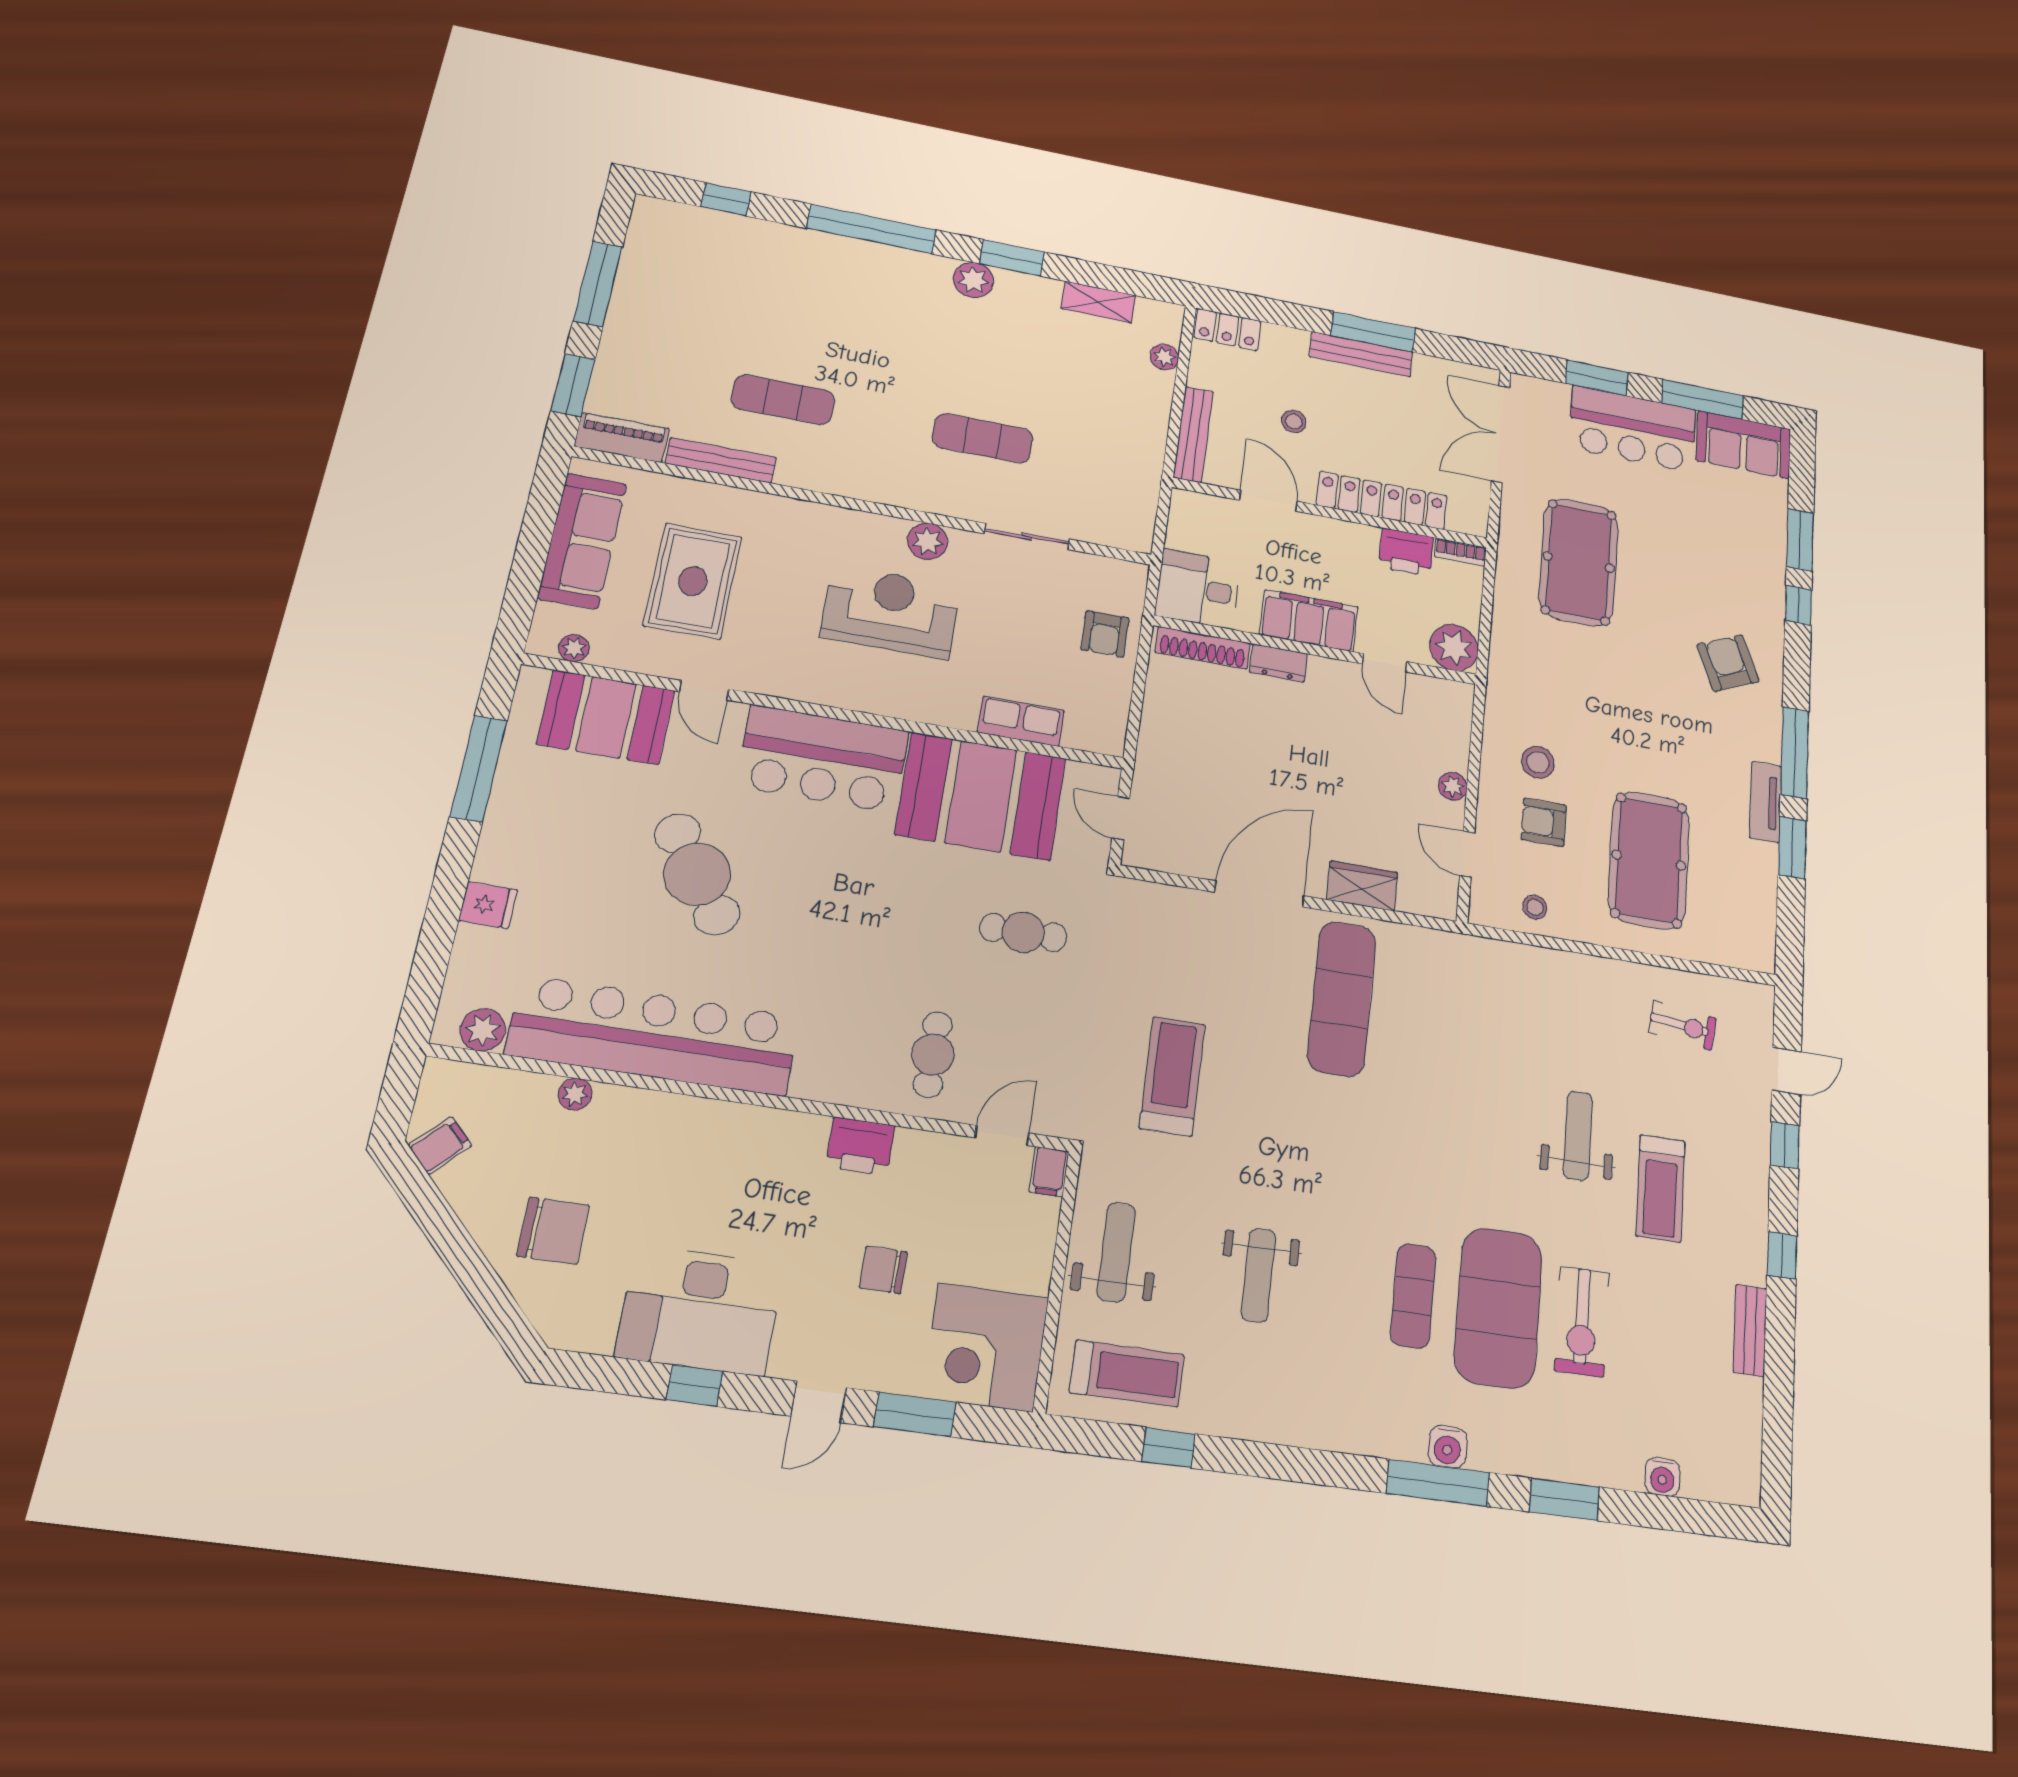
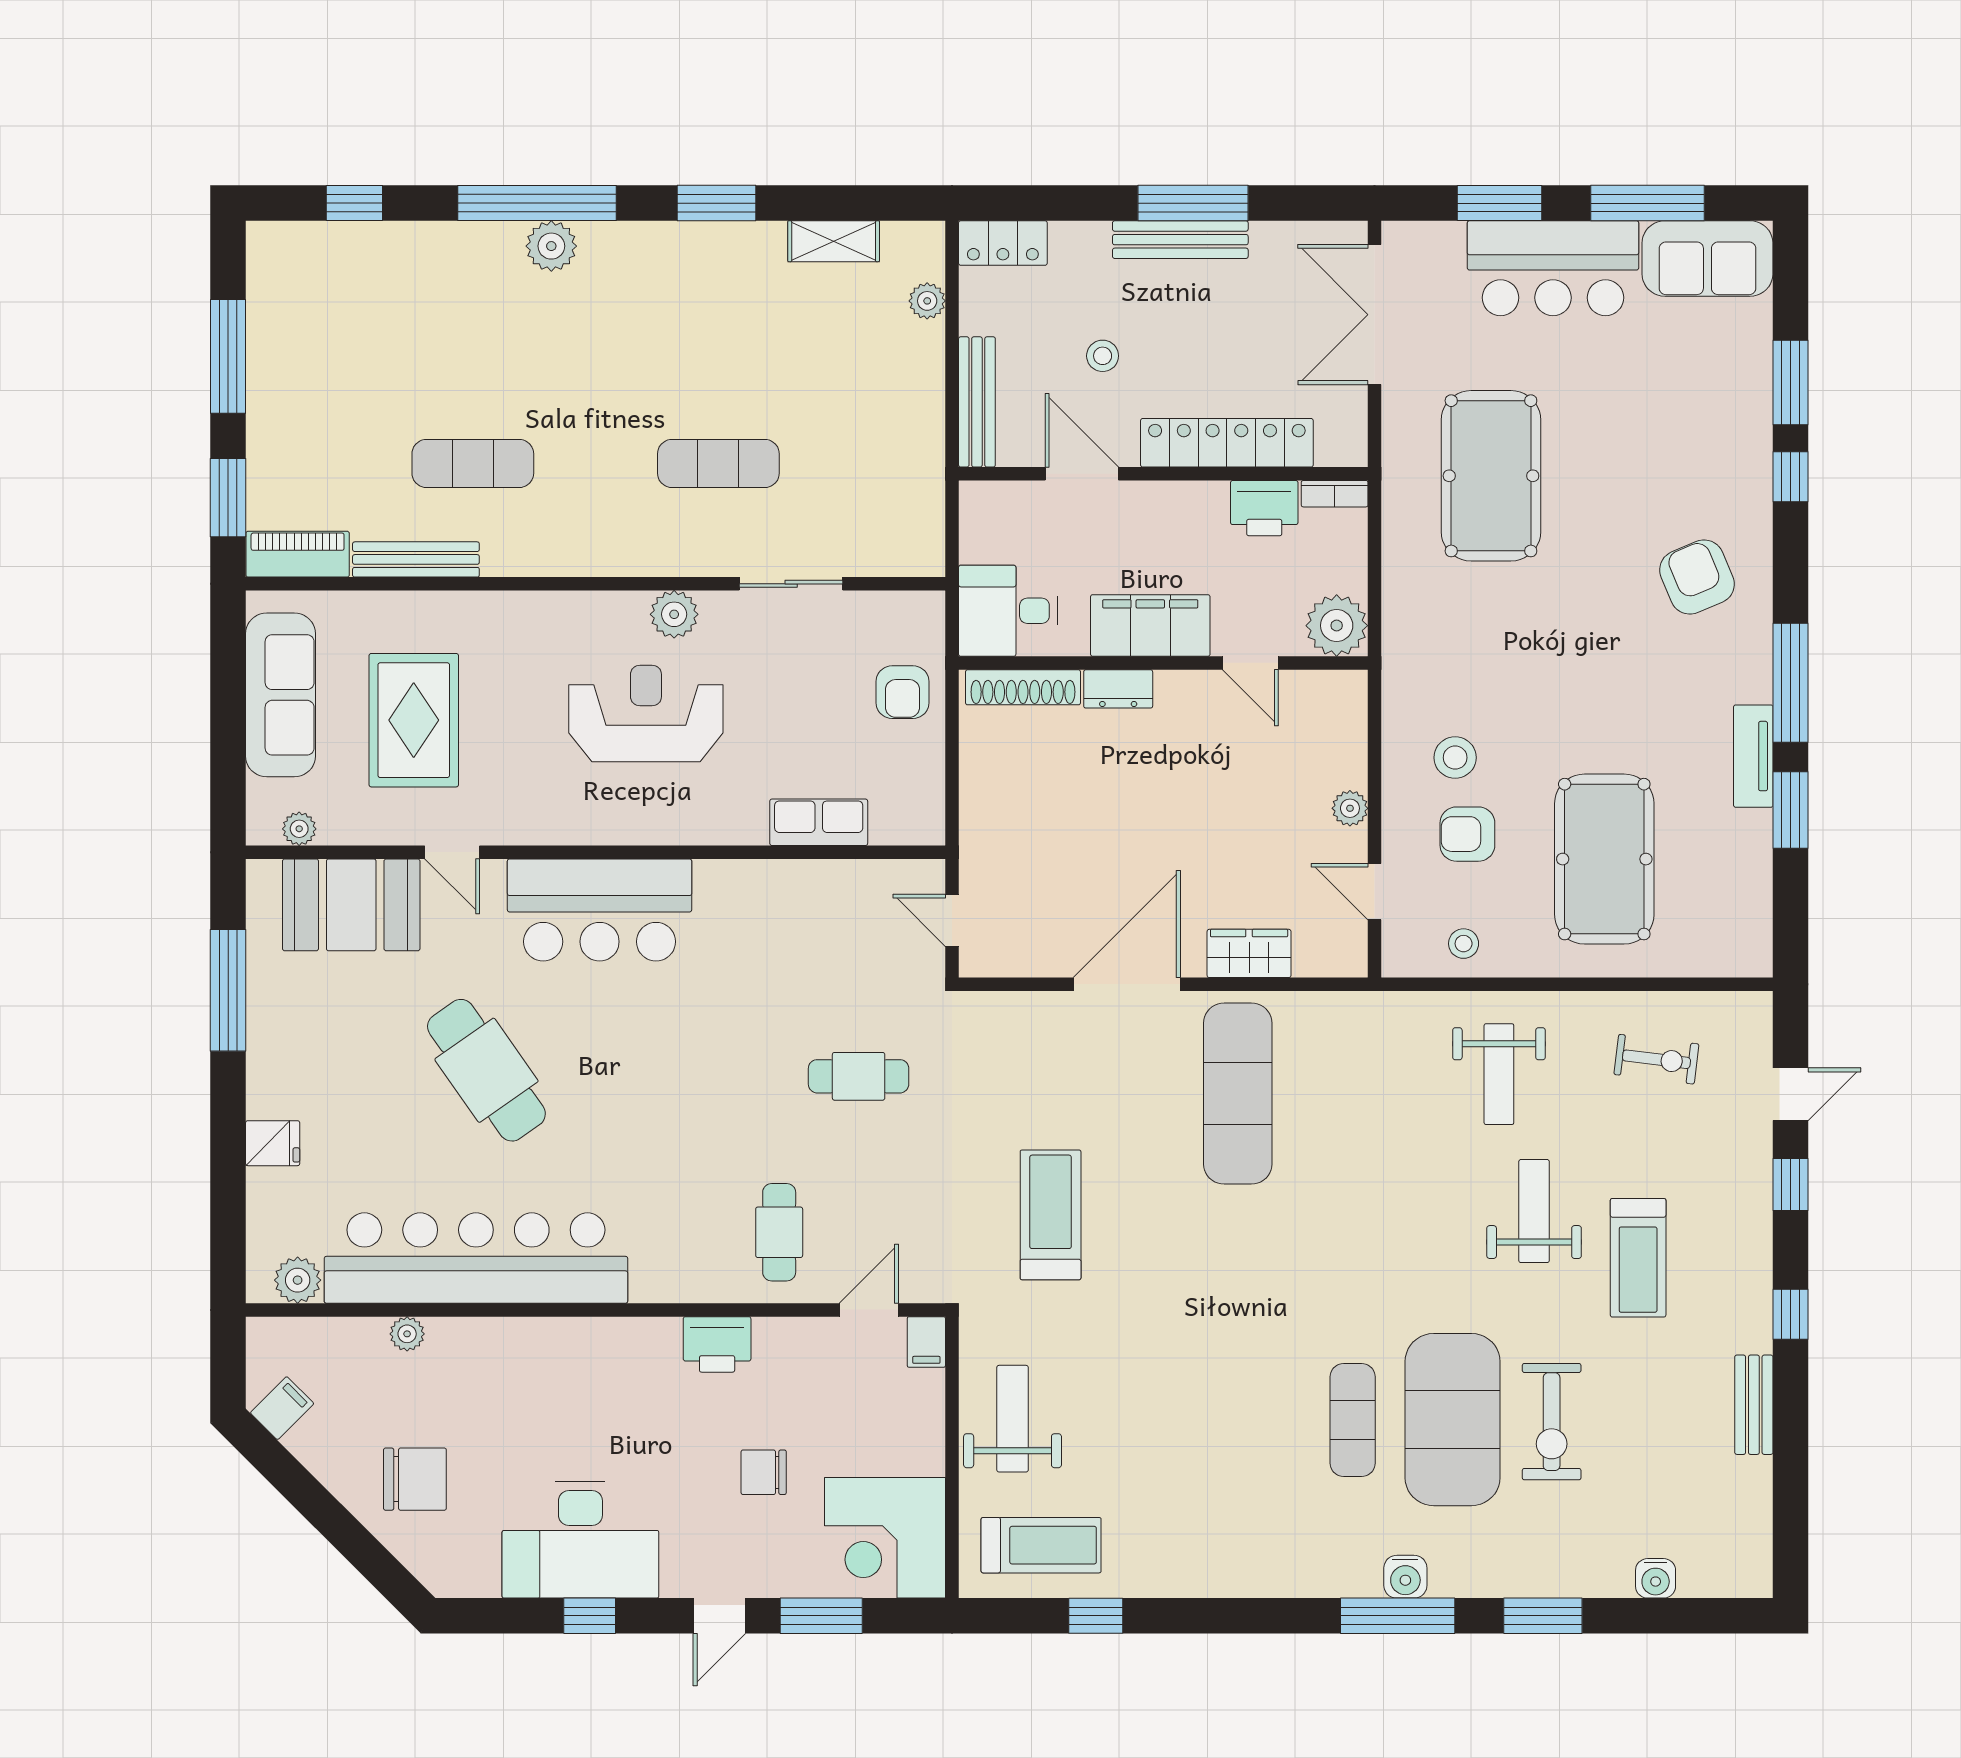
plant: (973, 280) -> (551, 246), moved
booth: (981, 796) -> (786, 923), removed
weight bench: (1258, 1275) -> (1499, 1074), moved

